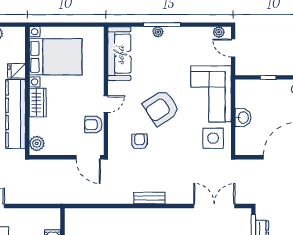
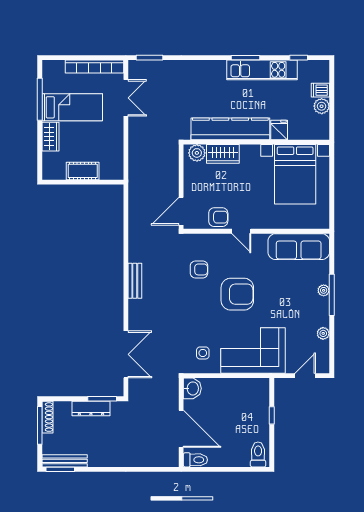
plant: (219, 32) -> (323, 333), moved
wardrobe: (38, 102) -> (223, 154), moved
armchair: (161, 108) -> (237, 294), turned 123
washbasin: (243, 118) -> (192, 388), moved, turned -90
armchair: (93, 125) -> (218, 217), turned 90
side table: (213, 138) -> (203, 353), width x0.54, depth x0.54

